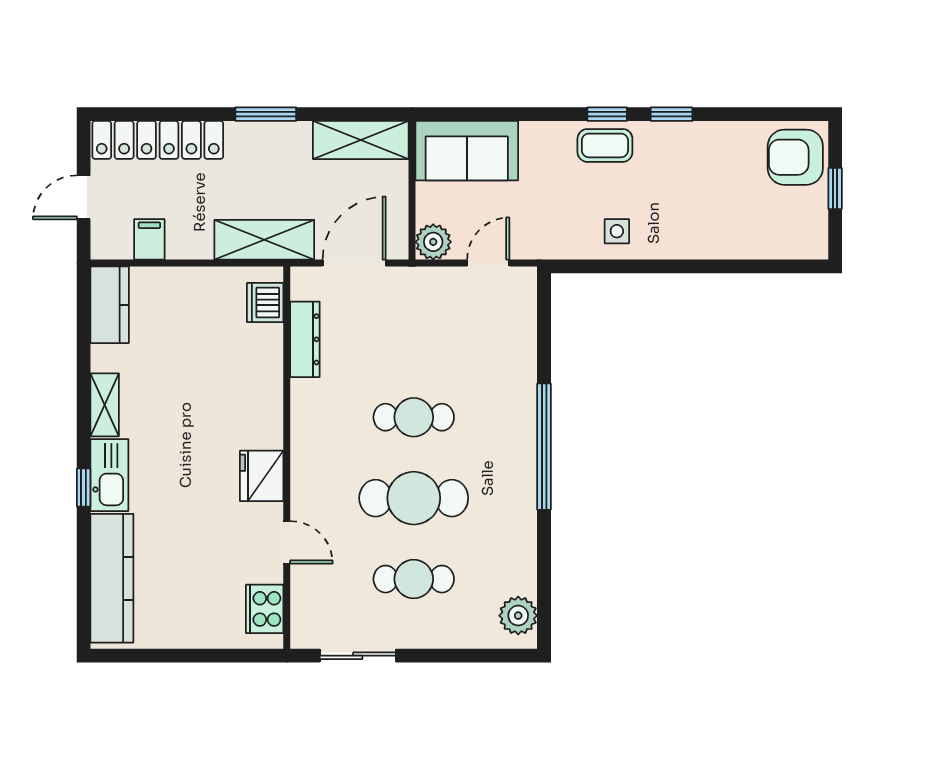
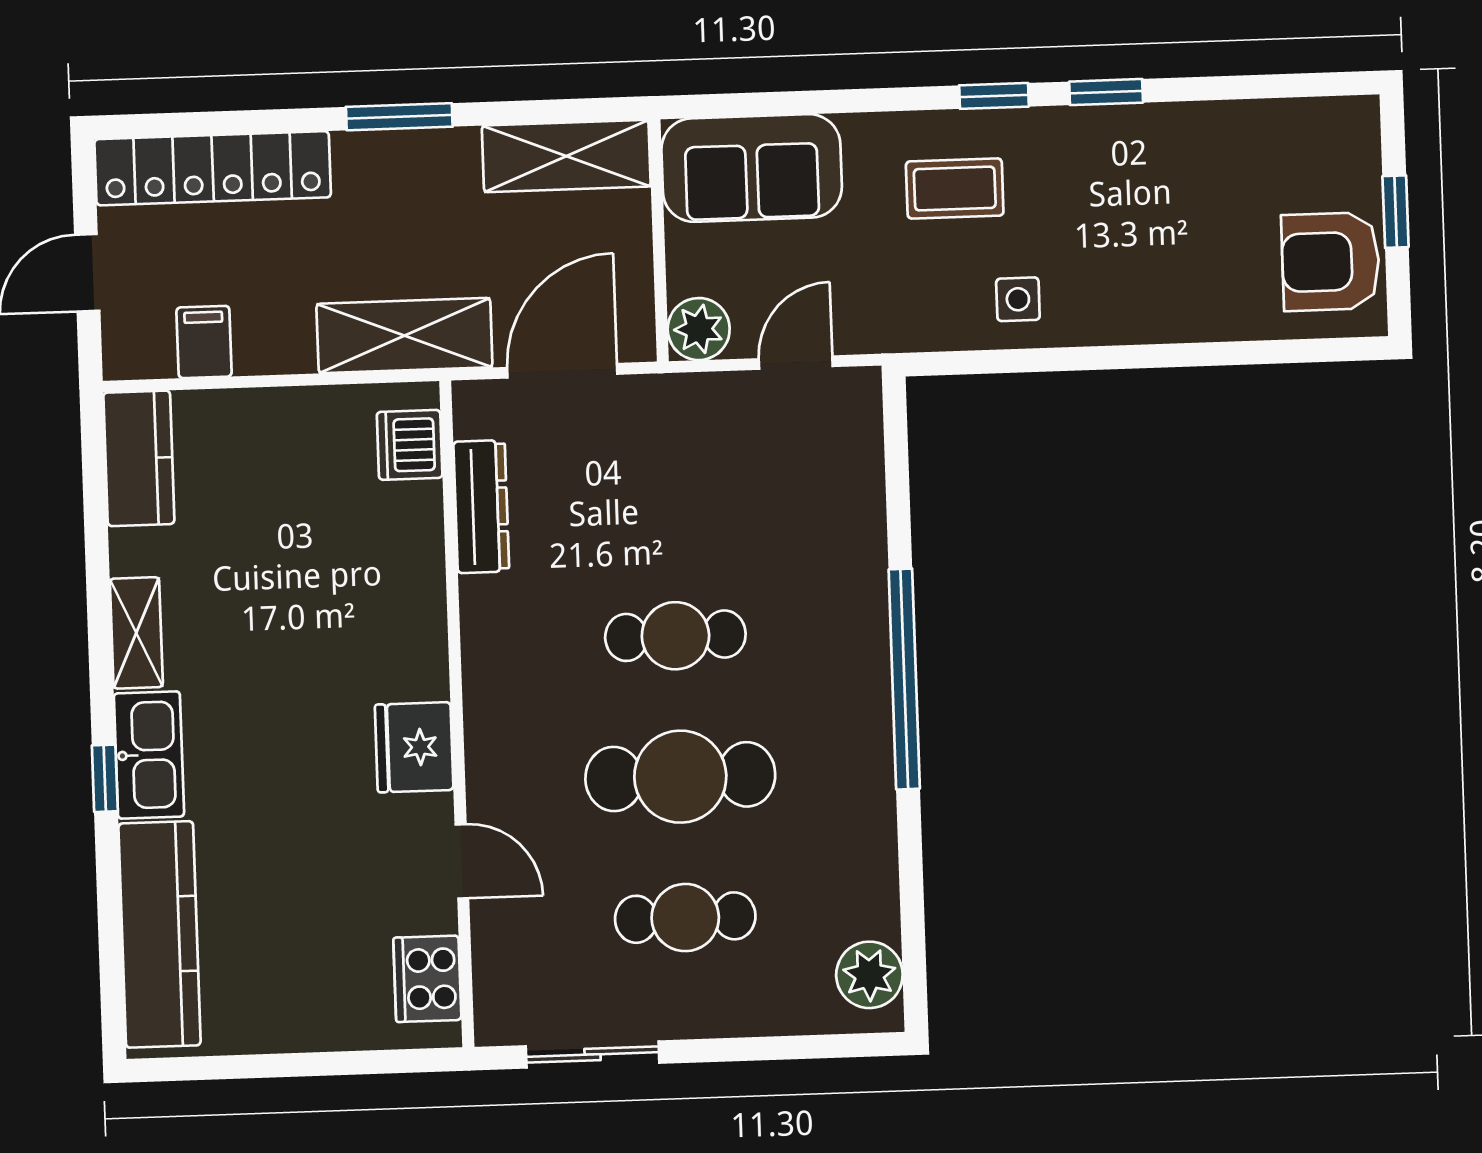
coffee table: (605, 145) -> (955, 189), moved
armchair: (795, 157) -> (1330, 262), moved

